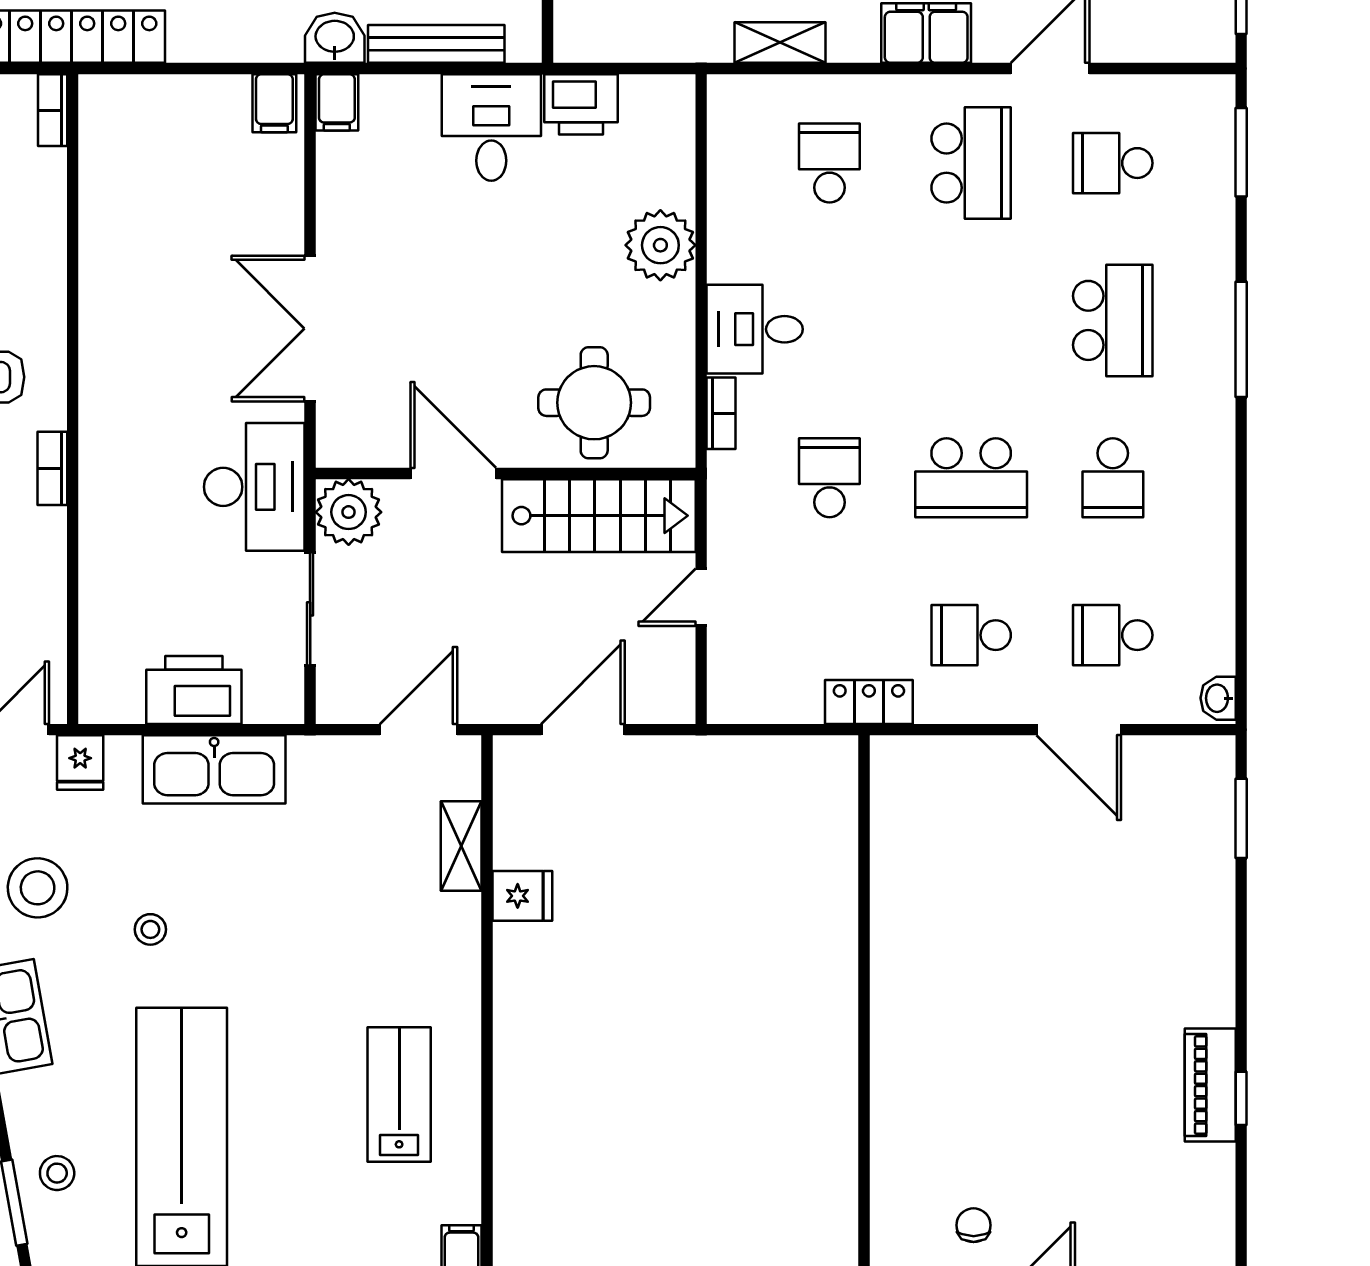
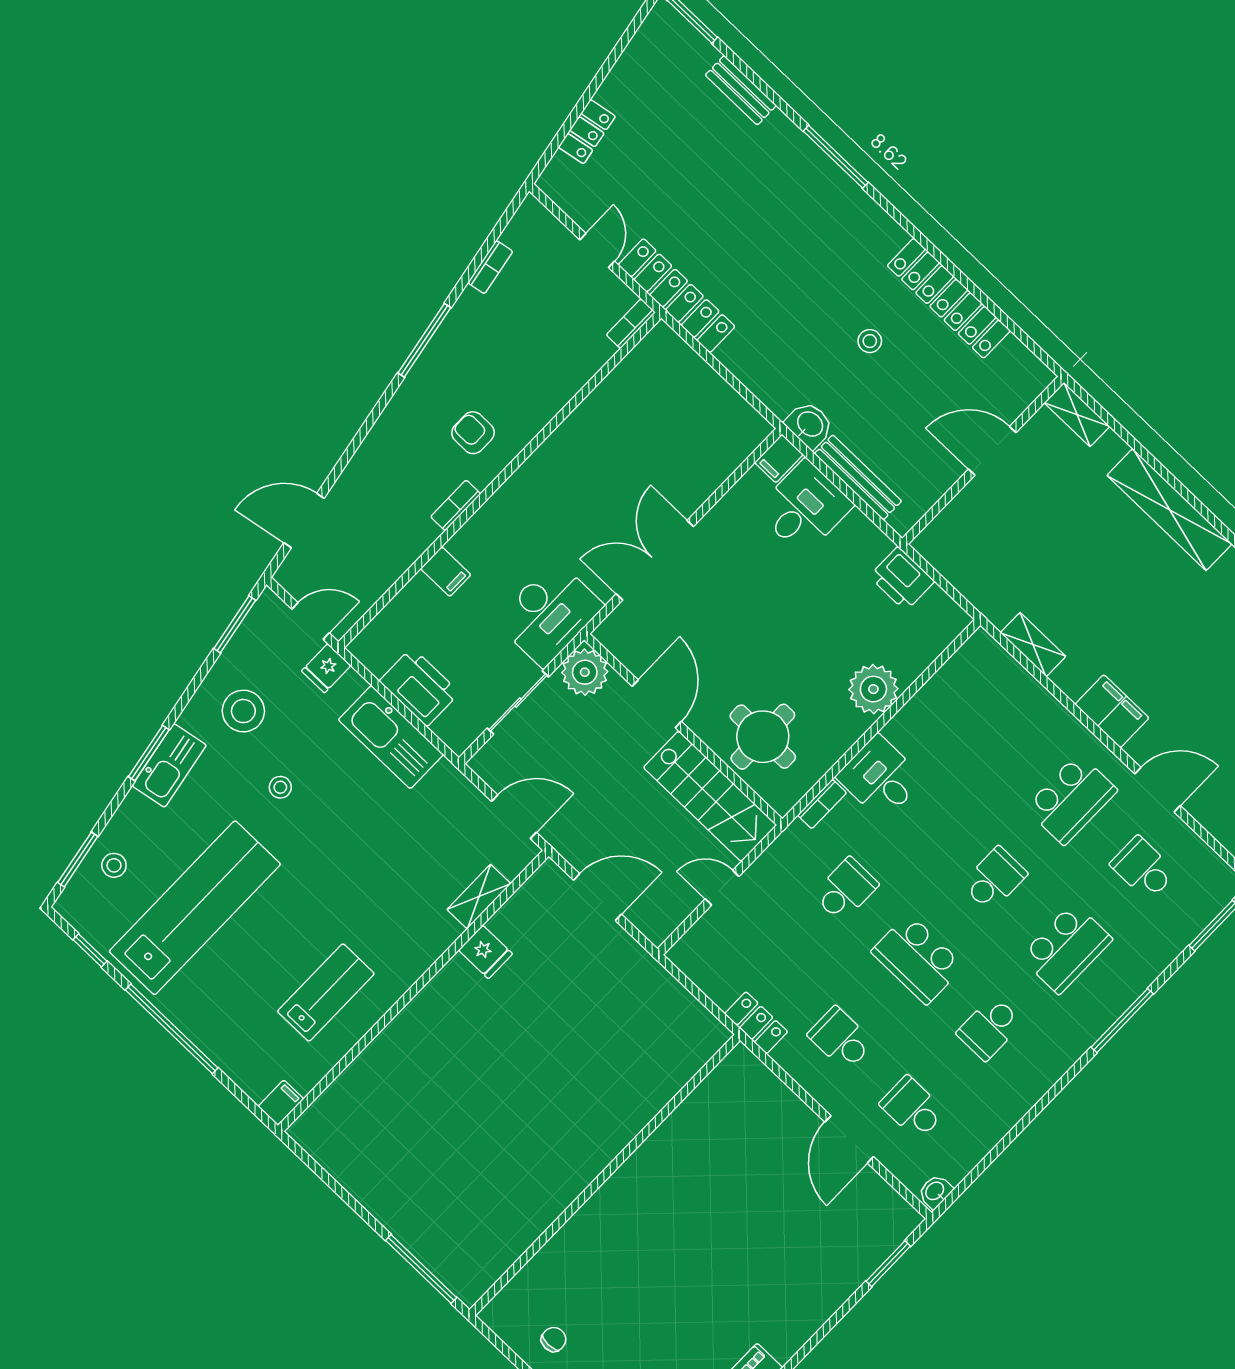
filing cabinet: (274, 103) -> (446, 572), moved, turned -90
desk: (491, 128) -> (804, 508), moved
school desk: (829, 163) -> (994, 879), moved

